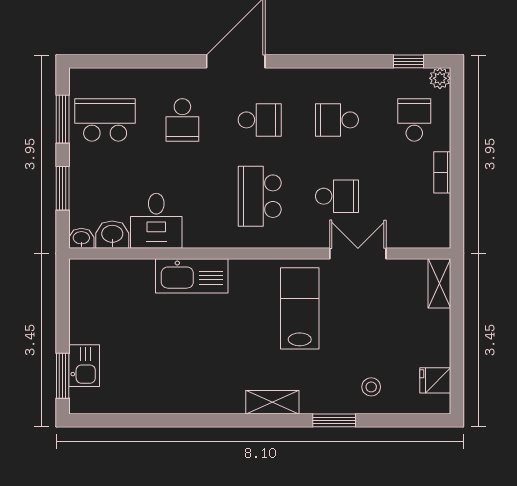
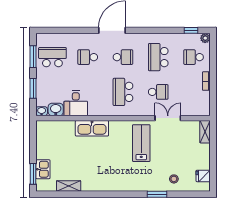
school desk: (182, 120) -> (88, 57), turned 90
school desk: (337, 120) -> (158, 57), width x1.85
school desk: (414, 120) -> (194, 57), turned -90
shelving: (272, 402) -> (69, 186), moved

